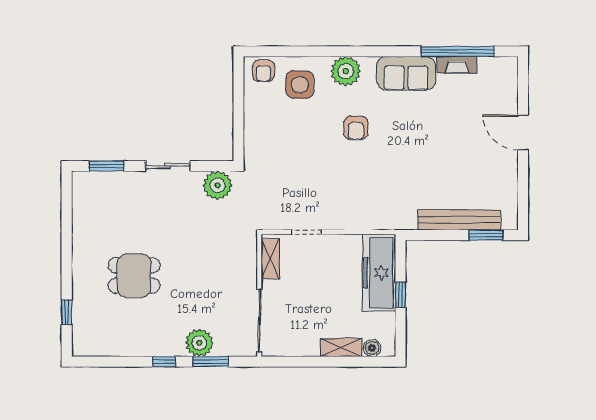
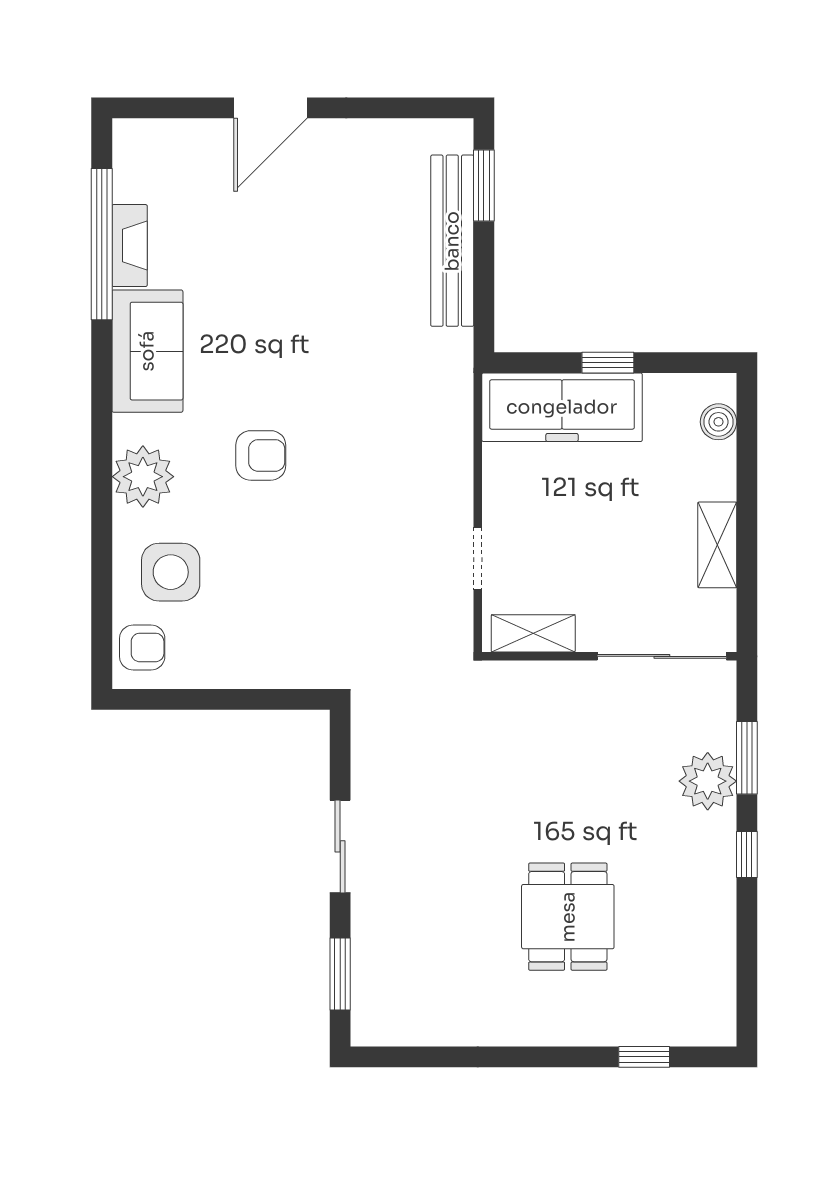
plant: (218, 185) -> (380, 743), removed
shelving: (341, 347) -> (717, 545), moved

